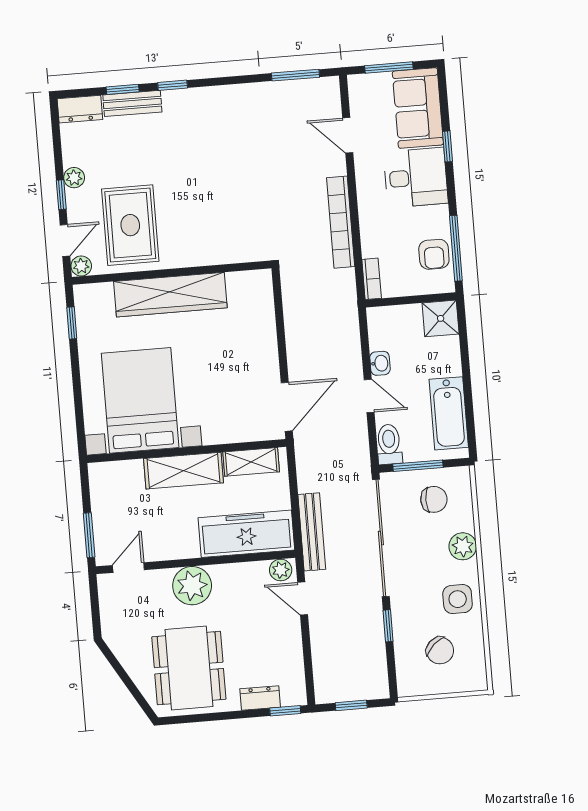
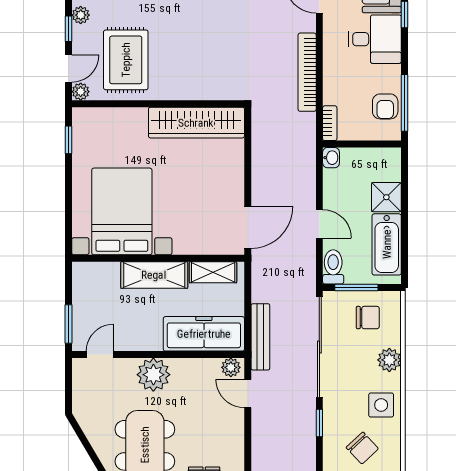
wardrobe: (170, 295) -> (196, 123), moved
shower: (441, 318) -> (386, 197), moved
washbasin: (380, 363) -> (331, 158), moved

